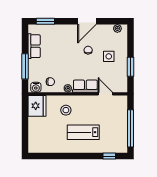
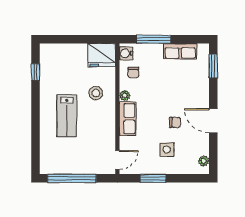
door: (105, 94) -> (117, 160), moved
lab bench: (83, 132) -> (67, 116), turned 180
window: (109, 156) -> (35, 72), moved

